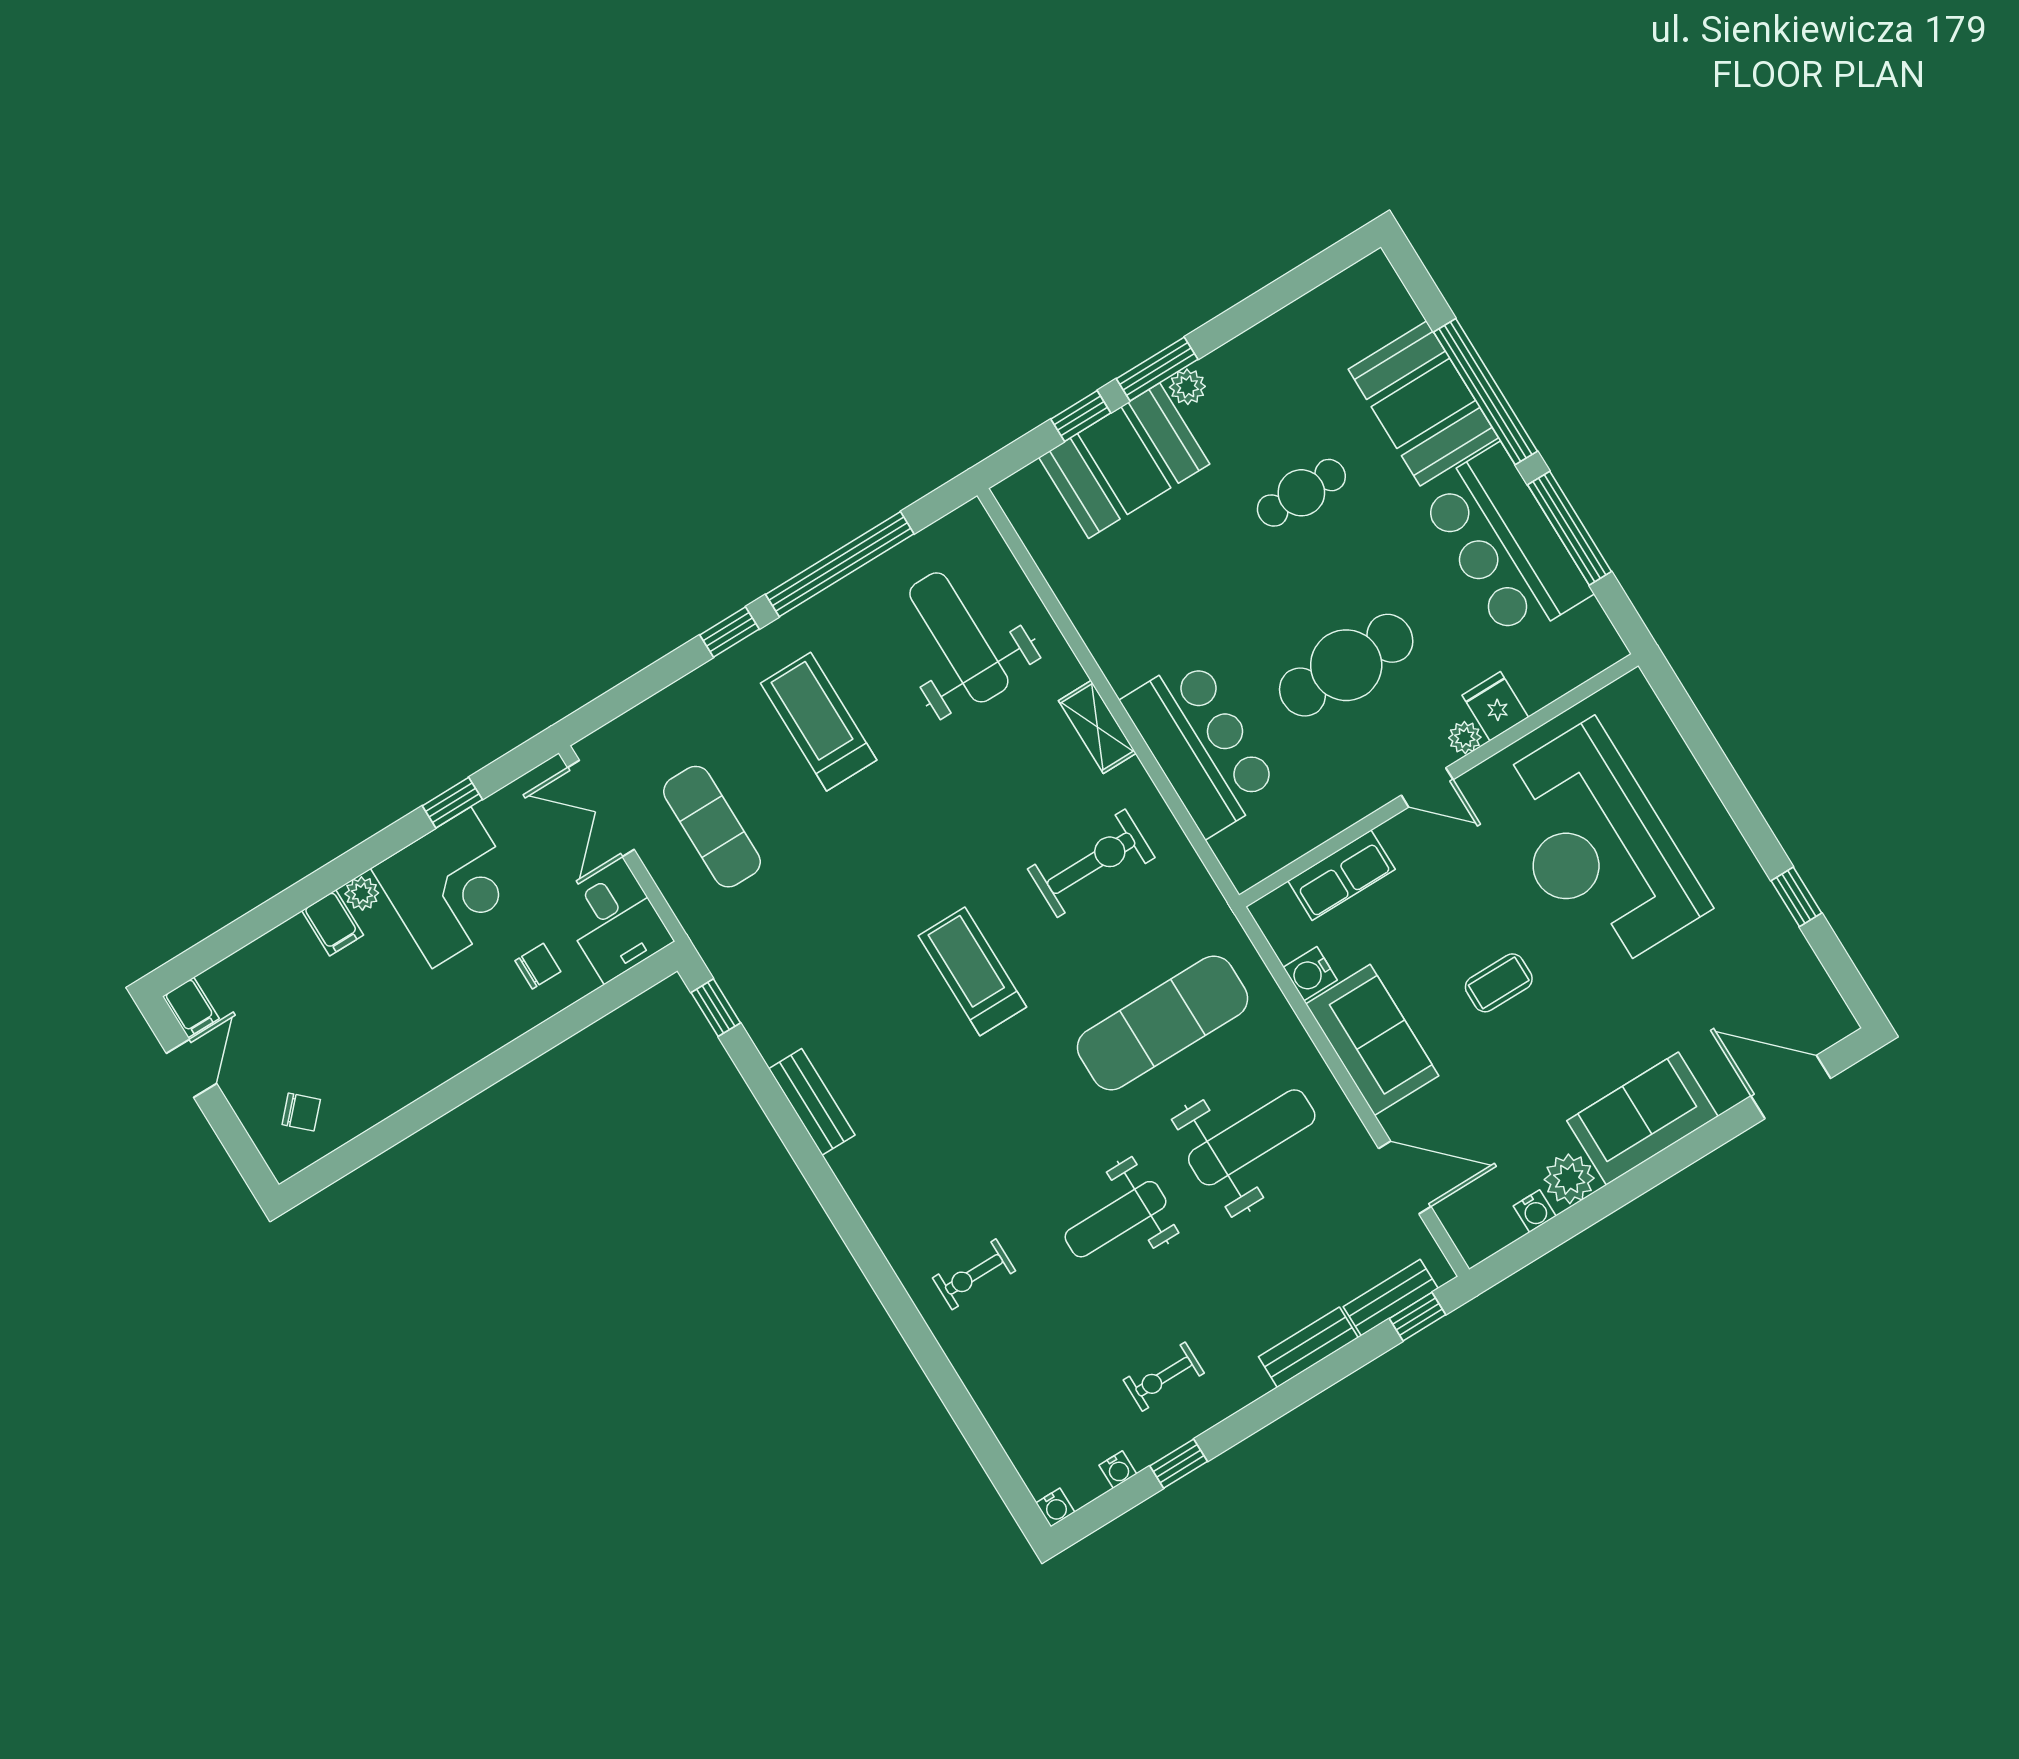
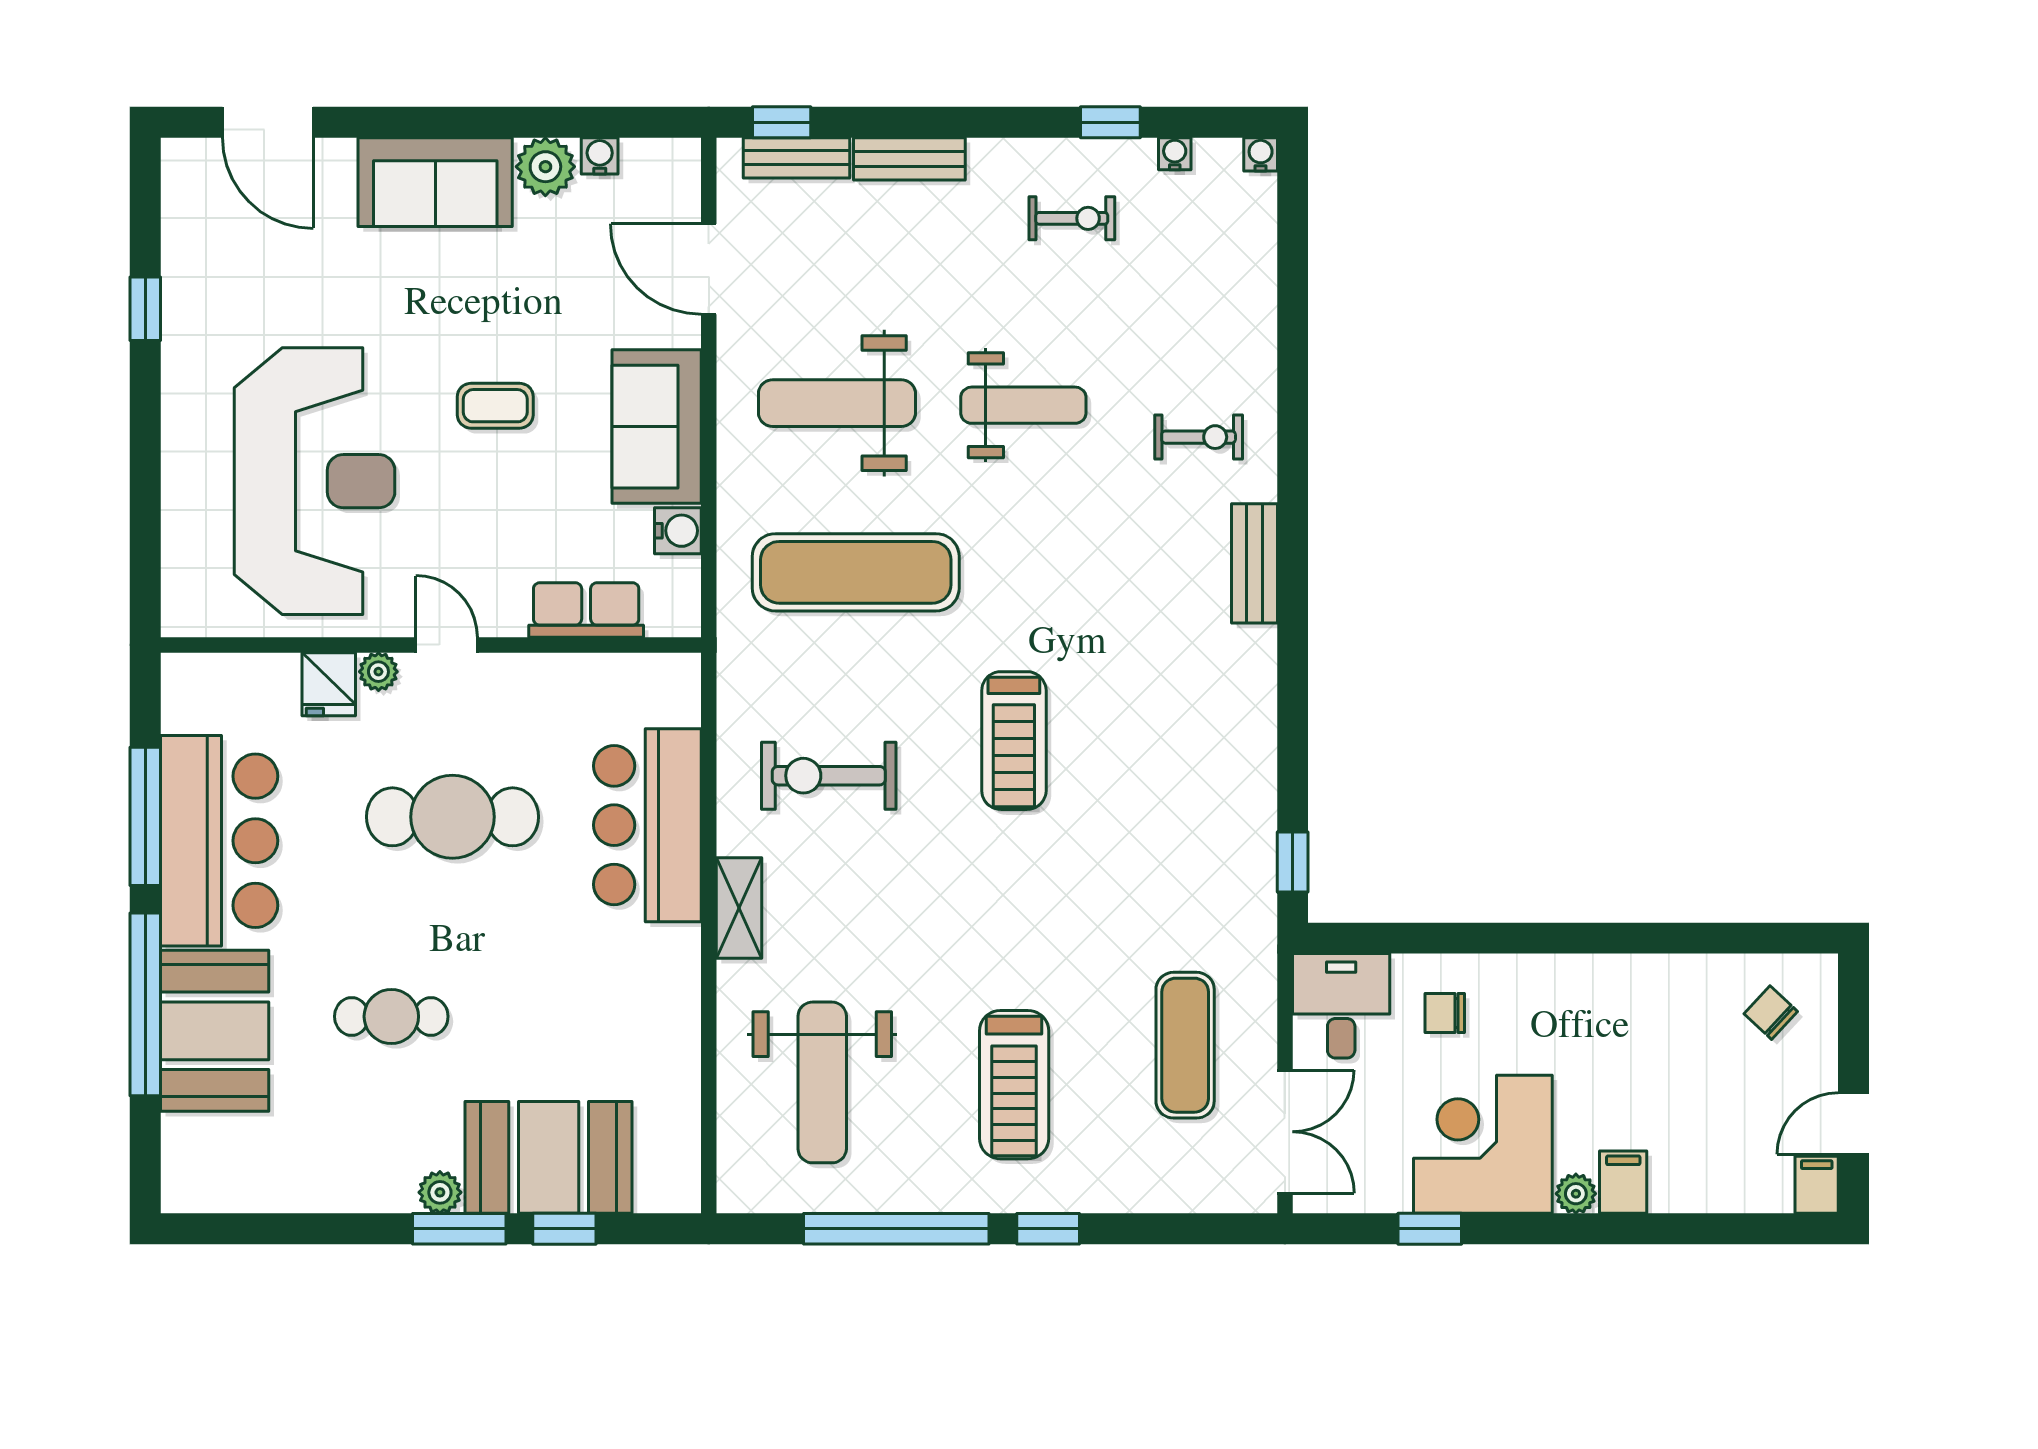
bench: (812, 1102) -> (1255, 563), moved

